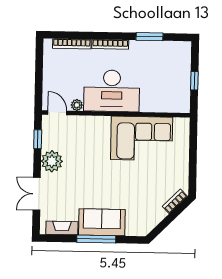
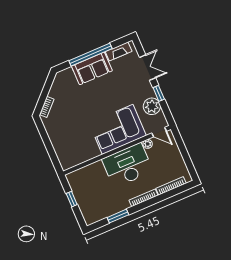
corner sofa: (142, 138) -> (118, 129), moved
window: (38, 139) -> (159, 93), moved
plant: (52, 161) -> (152, 106), moved
window: (96, 239) -> (90, 55), width x1.46

